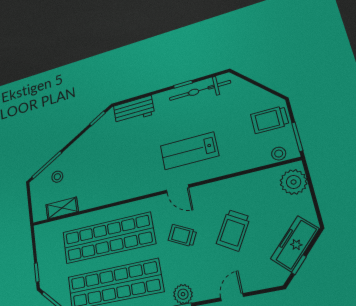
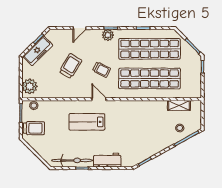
workbench: (134, 110) -> (107, 160), moved
lab bench: (189, 151) -> (87, 122), turned 180

